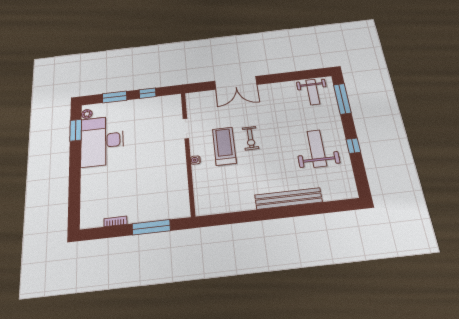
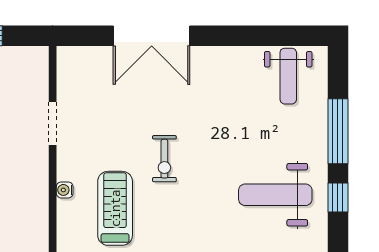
window: (342, 99) -> (338, 131), moved
treadmill: (224, 146) -> (115, 208), moved
weight bench: (317, 149) -> (275, 195), turned -90

